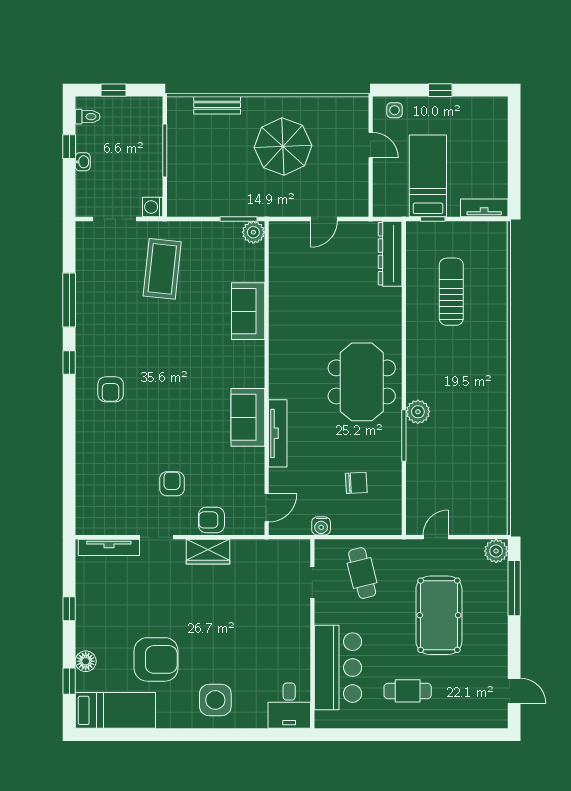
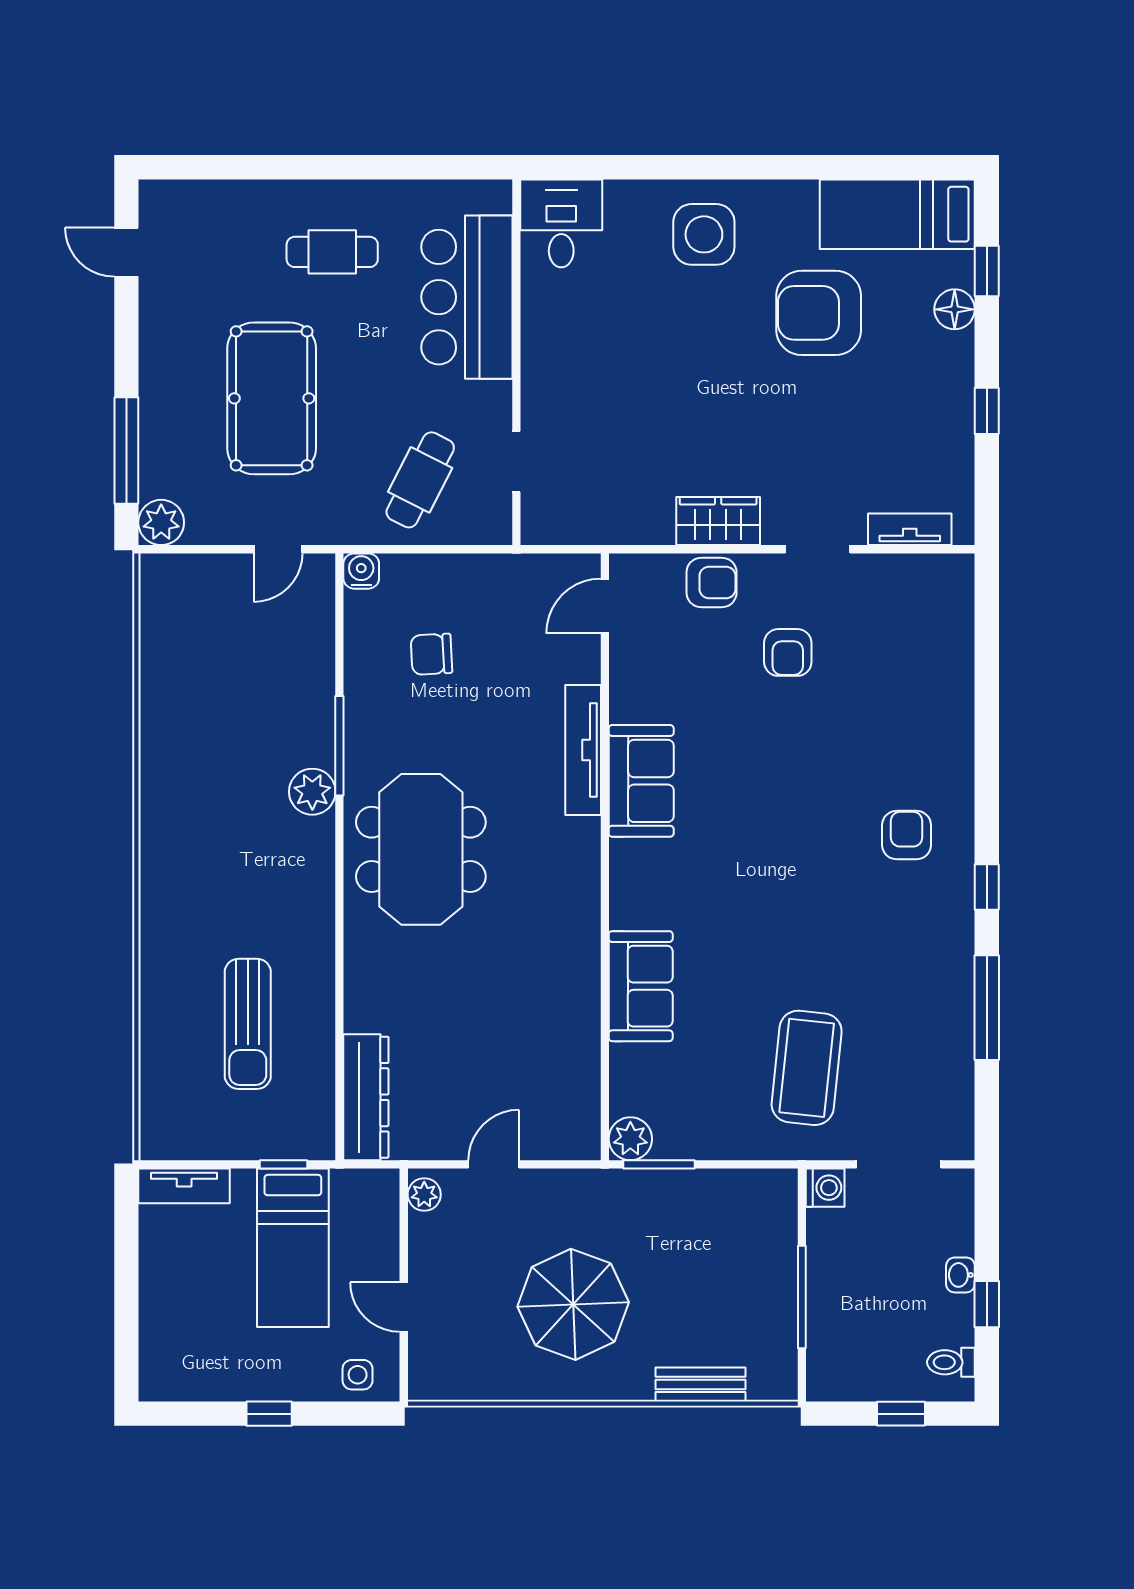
plant: (360, 203) -> (424, 1195), added
water cooler: (321, 526) -> (361, 571), moved
tv unit: (109, 547) -> (910, 529), width x0.71
cafe table: (362, 573) -> (420, 480), turned 41

